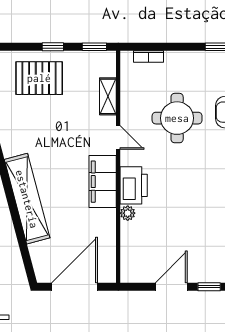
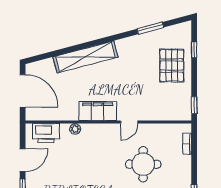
window: (53, 47) -> (194, 50), moved
shelving: (108, 96) -> (159, 115), removed
printer: (134, 185) -> (46, 133), moved
door: (171, 287) -> (23, 160), hinge flipped

